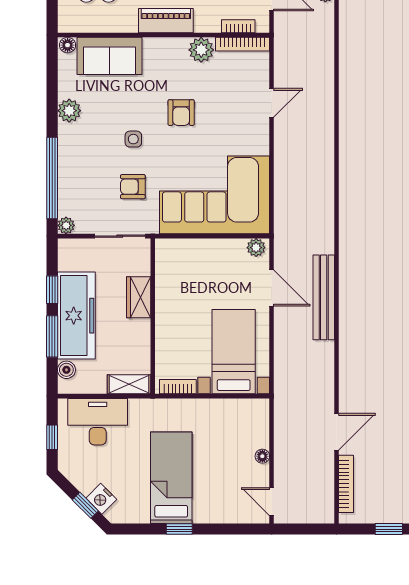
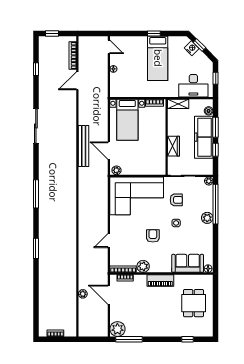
plant: (69, 111) -> (207, 218), moved

